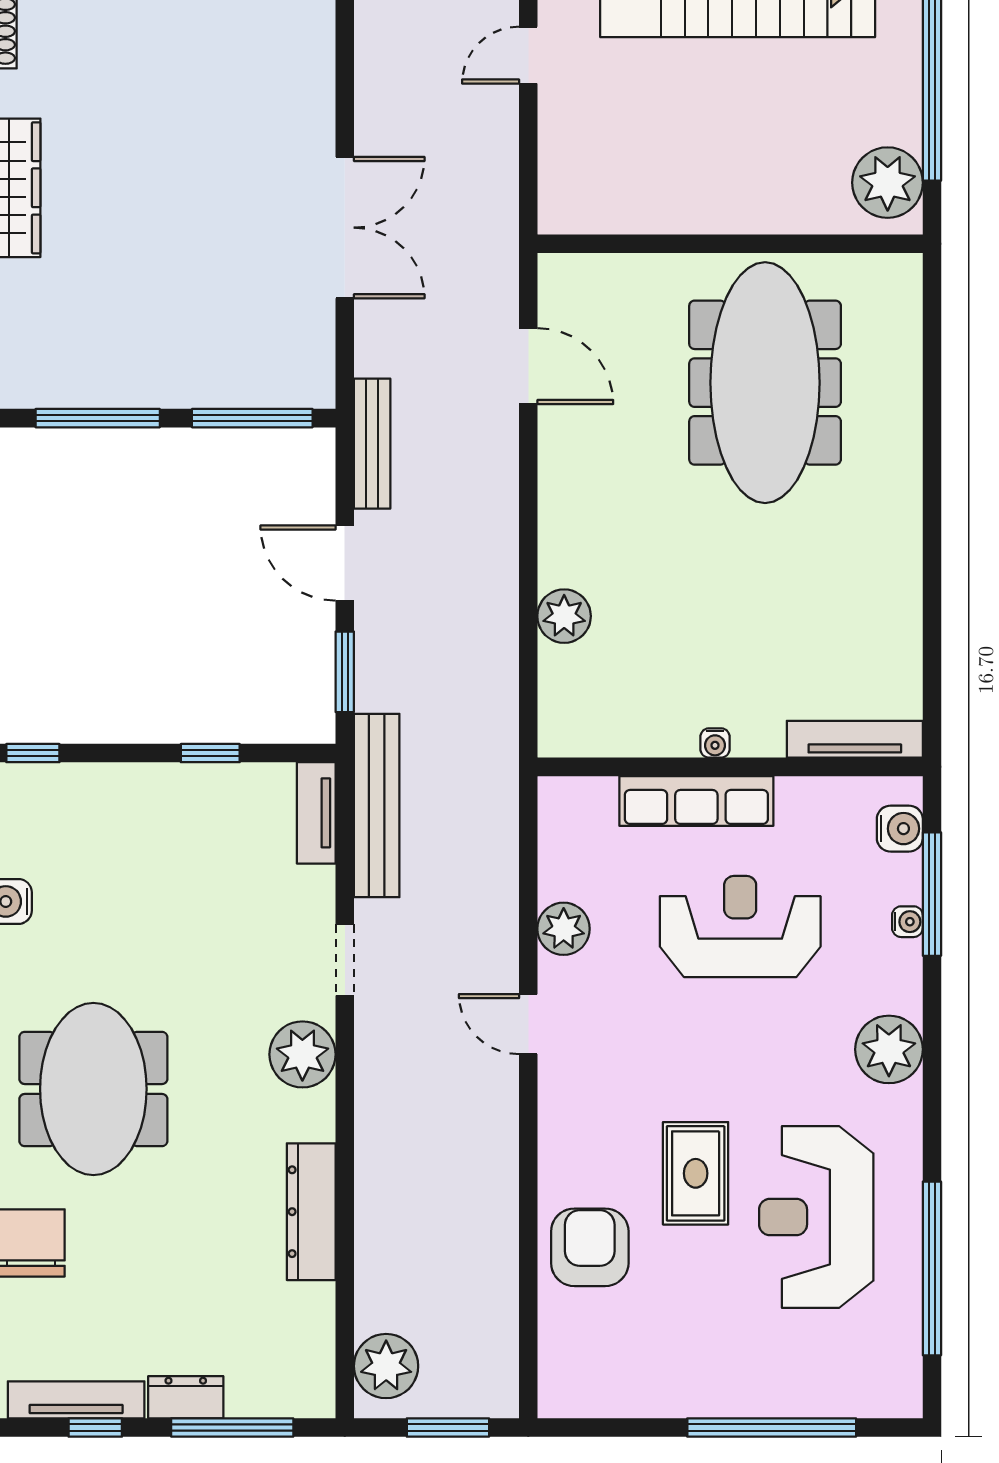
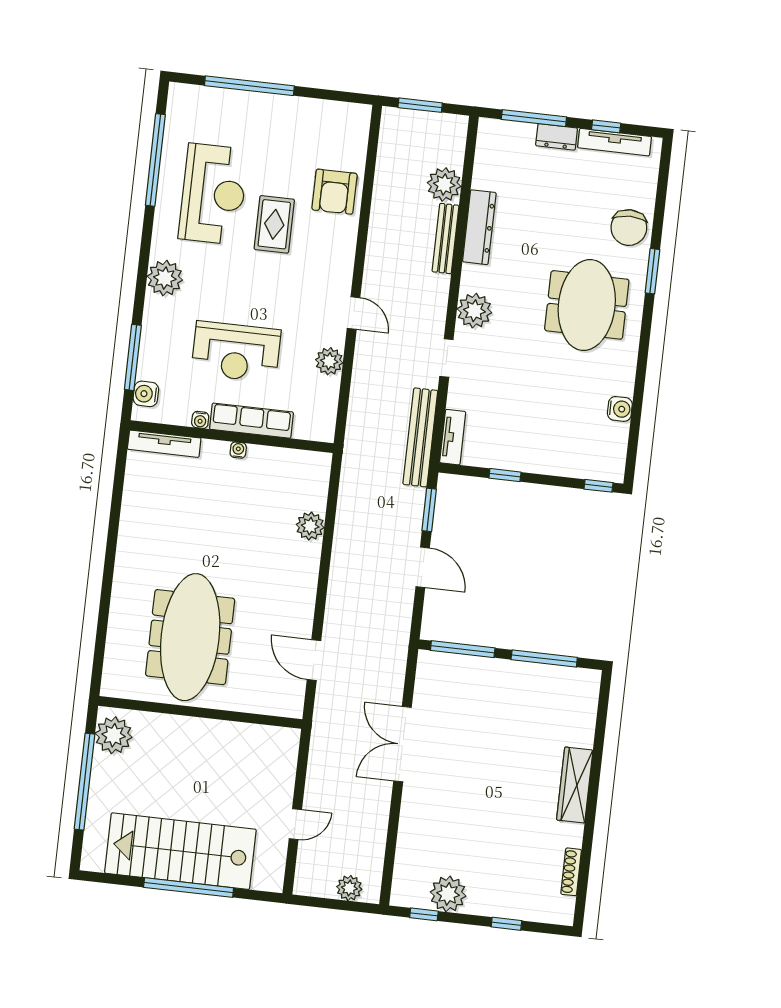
bench: (372, 444) -> (445, 239), moved
water cooler: (907, 922) -> (200, 420), moved, turned -90
plant: (386, 1366) -> (444, 184), moved

